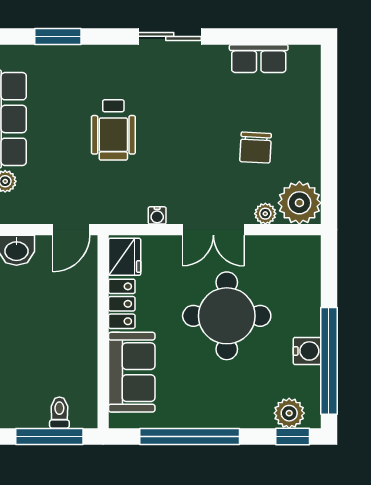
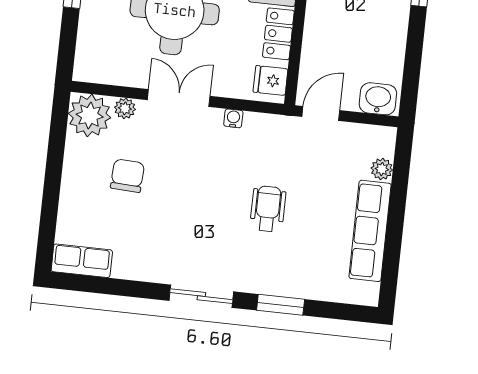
window: (58, 36) -> (281, 305), moved
row of seats: (259, 59) -> (82, 261), moved
wheelchair: (113, 130) -> (268, 209), width x0.73, depth x0.73
fridge: (125, 257) -> (270, 80), width x0.72

